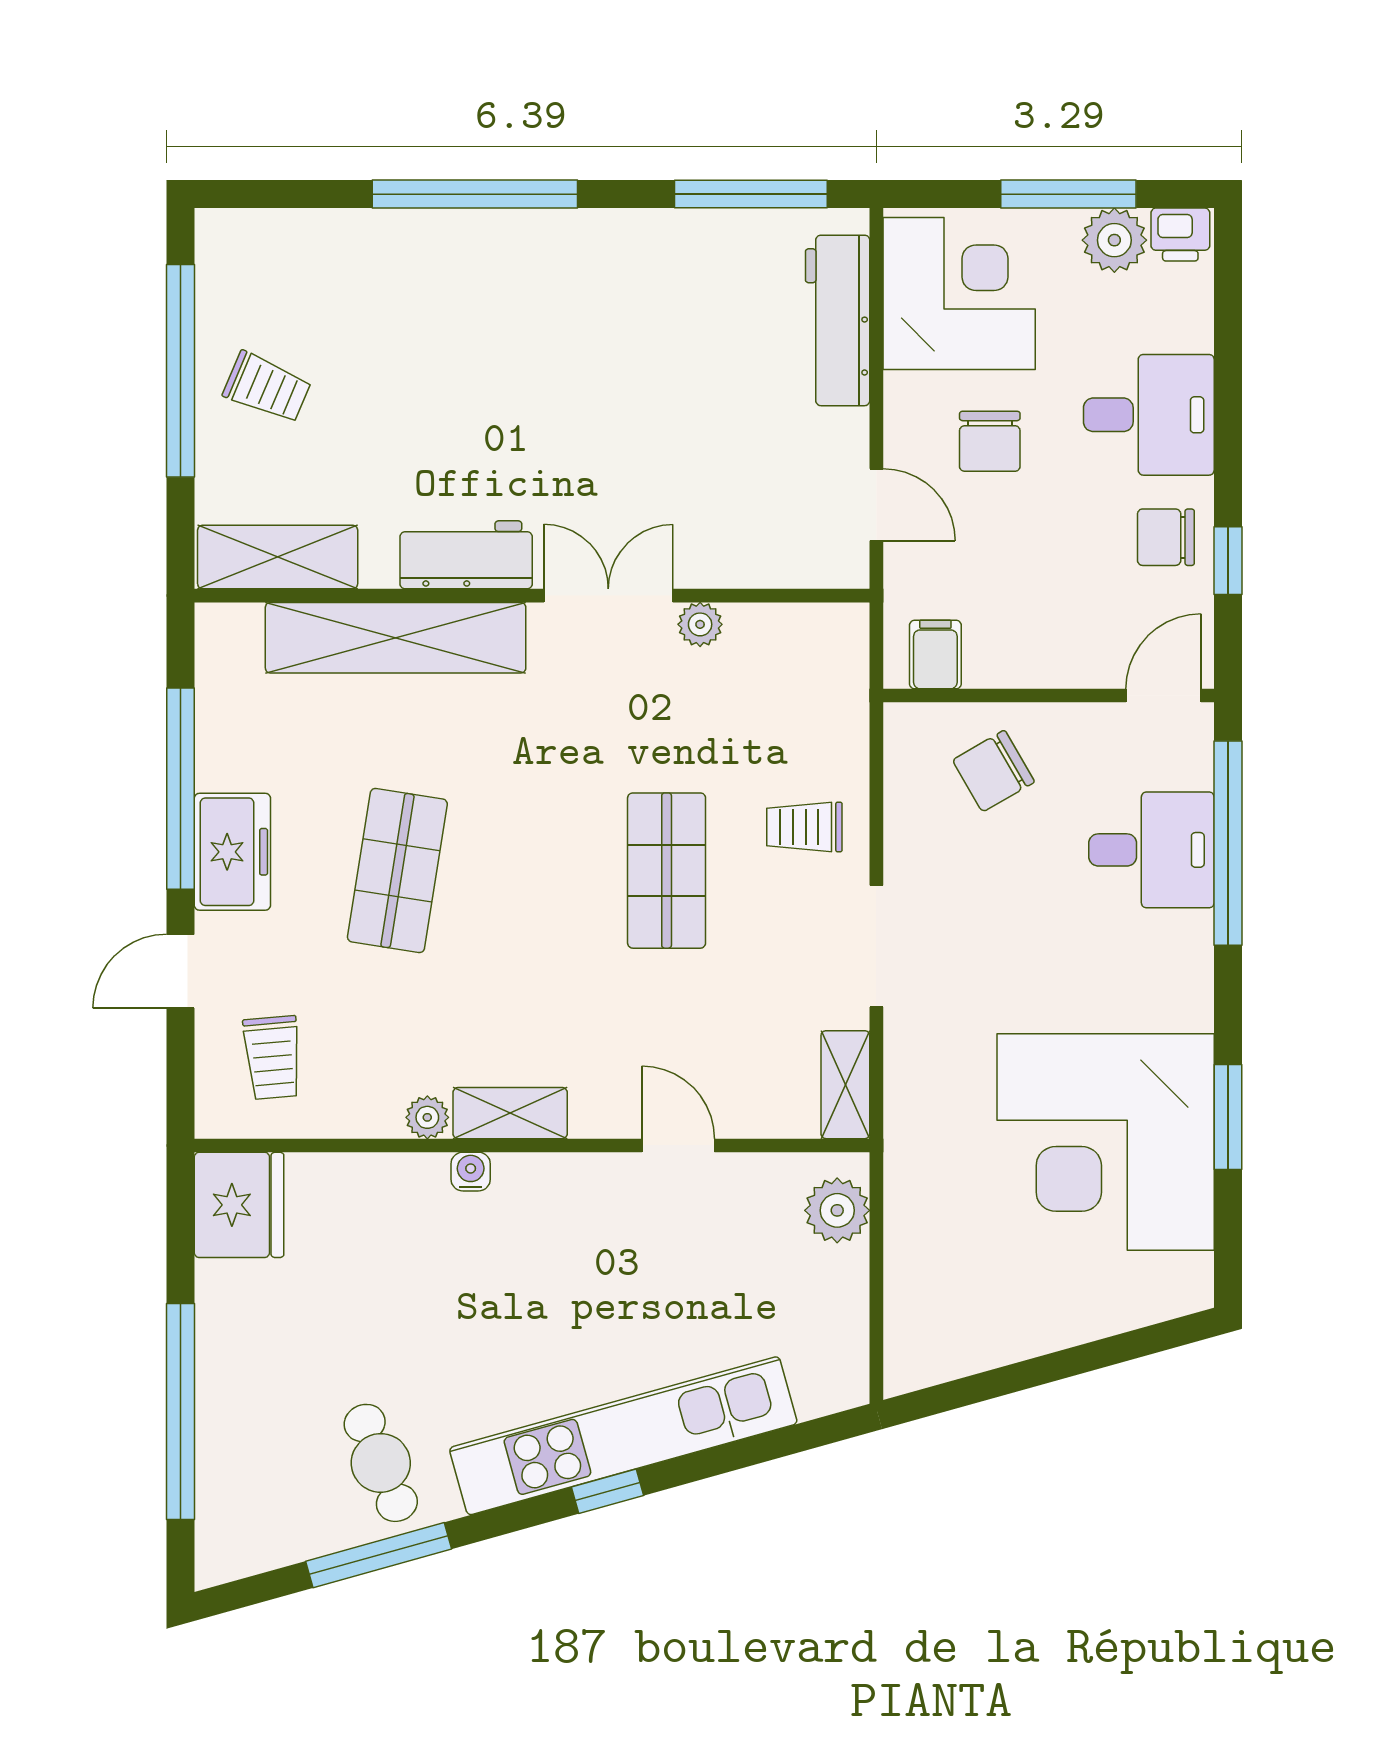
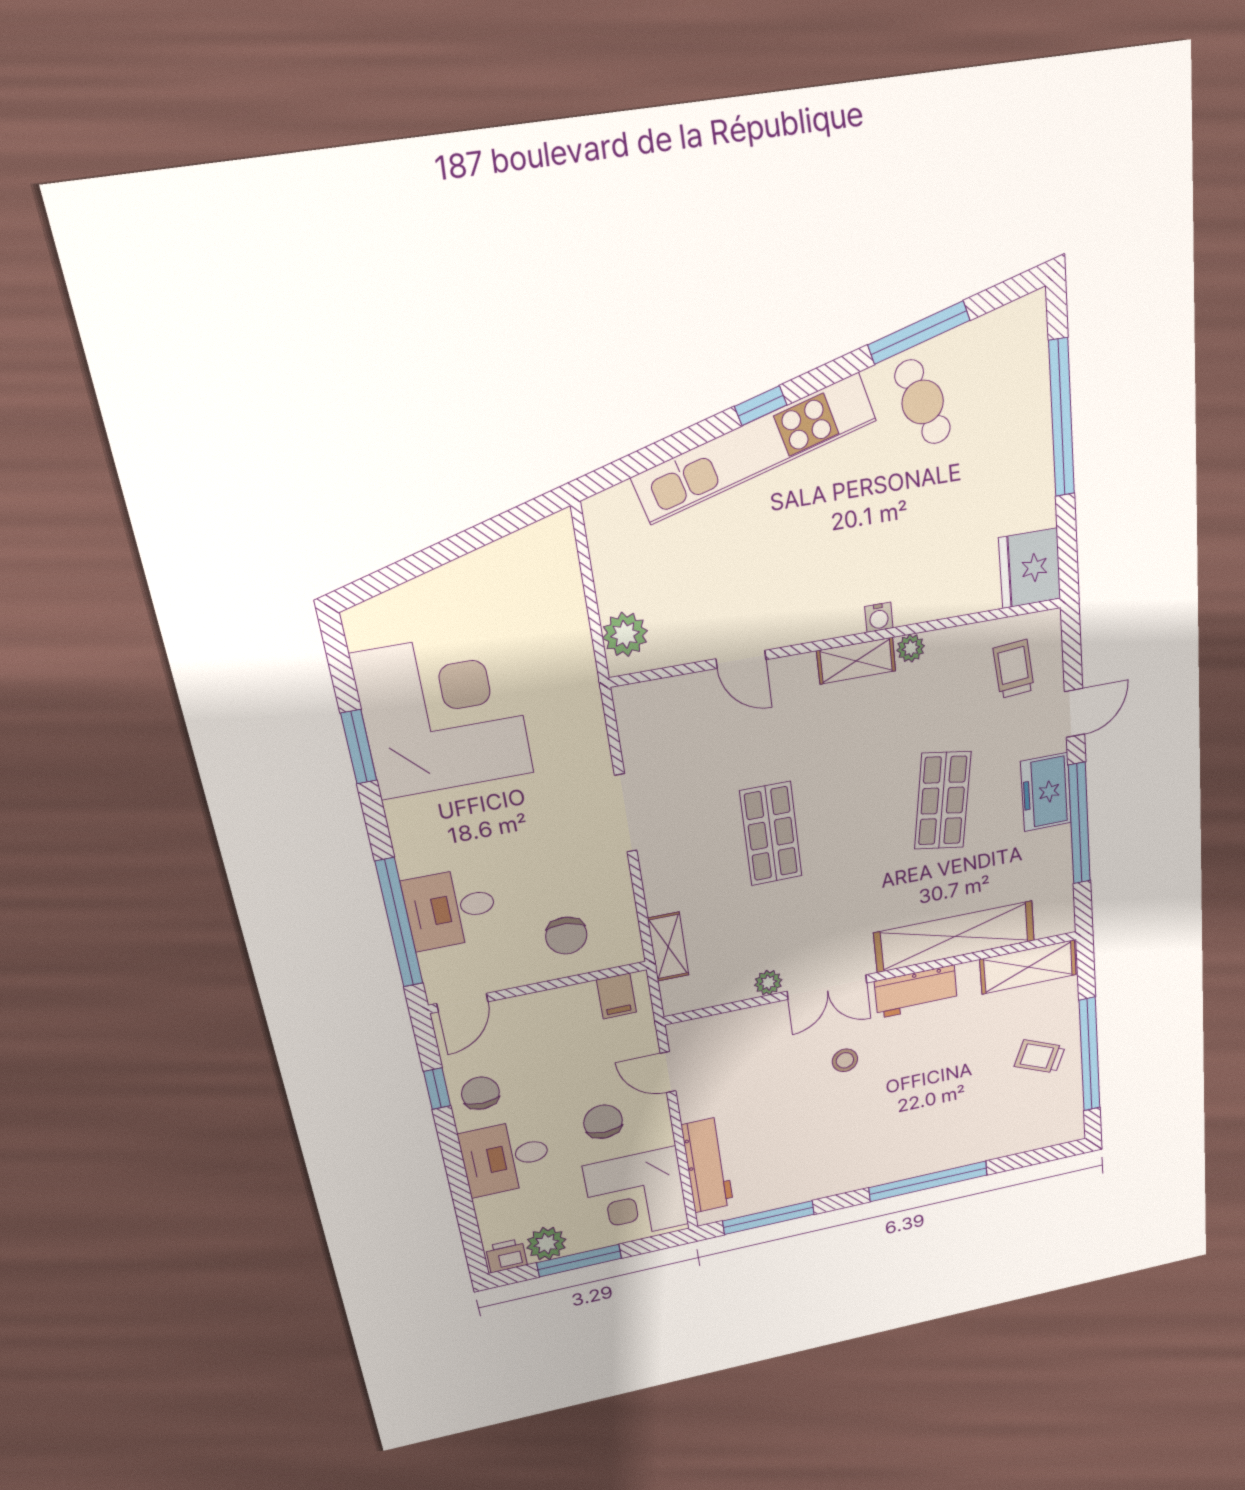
stool: (593, 458) -> (845, 1060), added
chair: (1166, 537) -> (480, 1093), turned -90
chair: (994, 771) -> (566, 936), turned 125
trolley: (804, 827) -> (685, 877), removed
shelving: (845, 1085) -> (668, 947), moved

